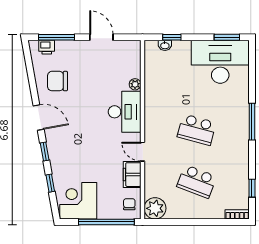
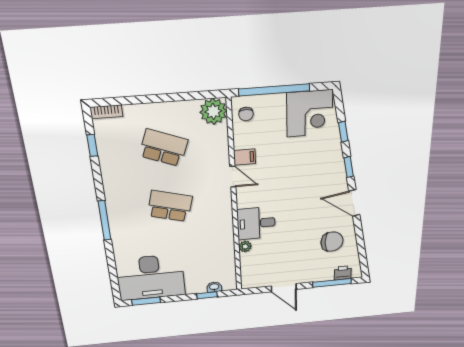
desk: (125, 112) -> (256, 223), width x0.73
filing cabinet: (132, 175) -> (244, 157), width x0.50

